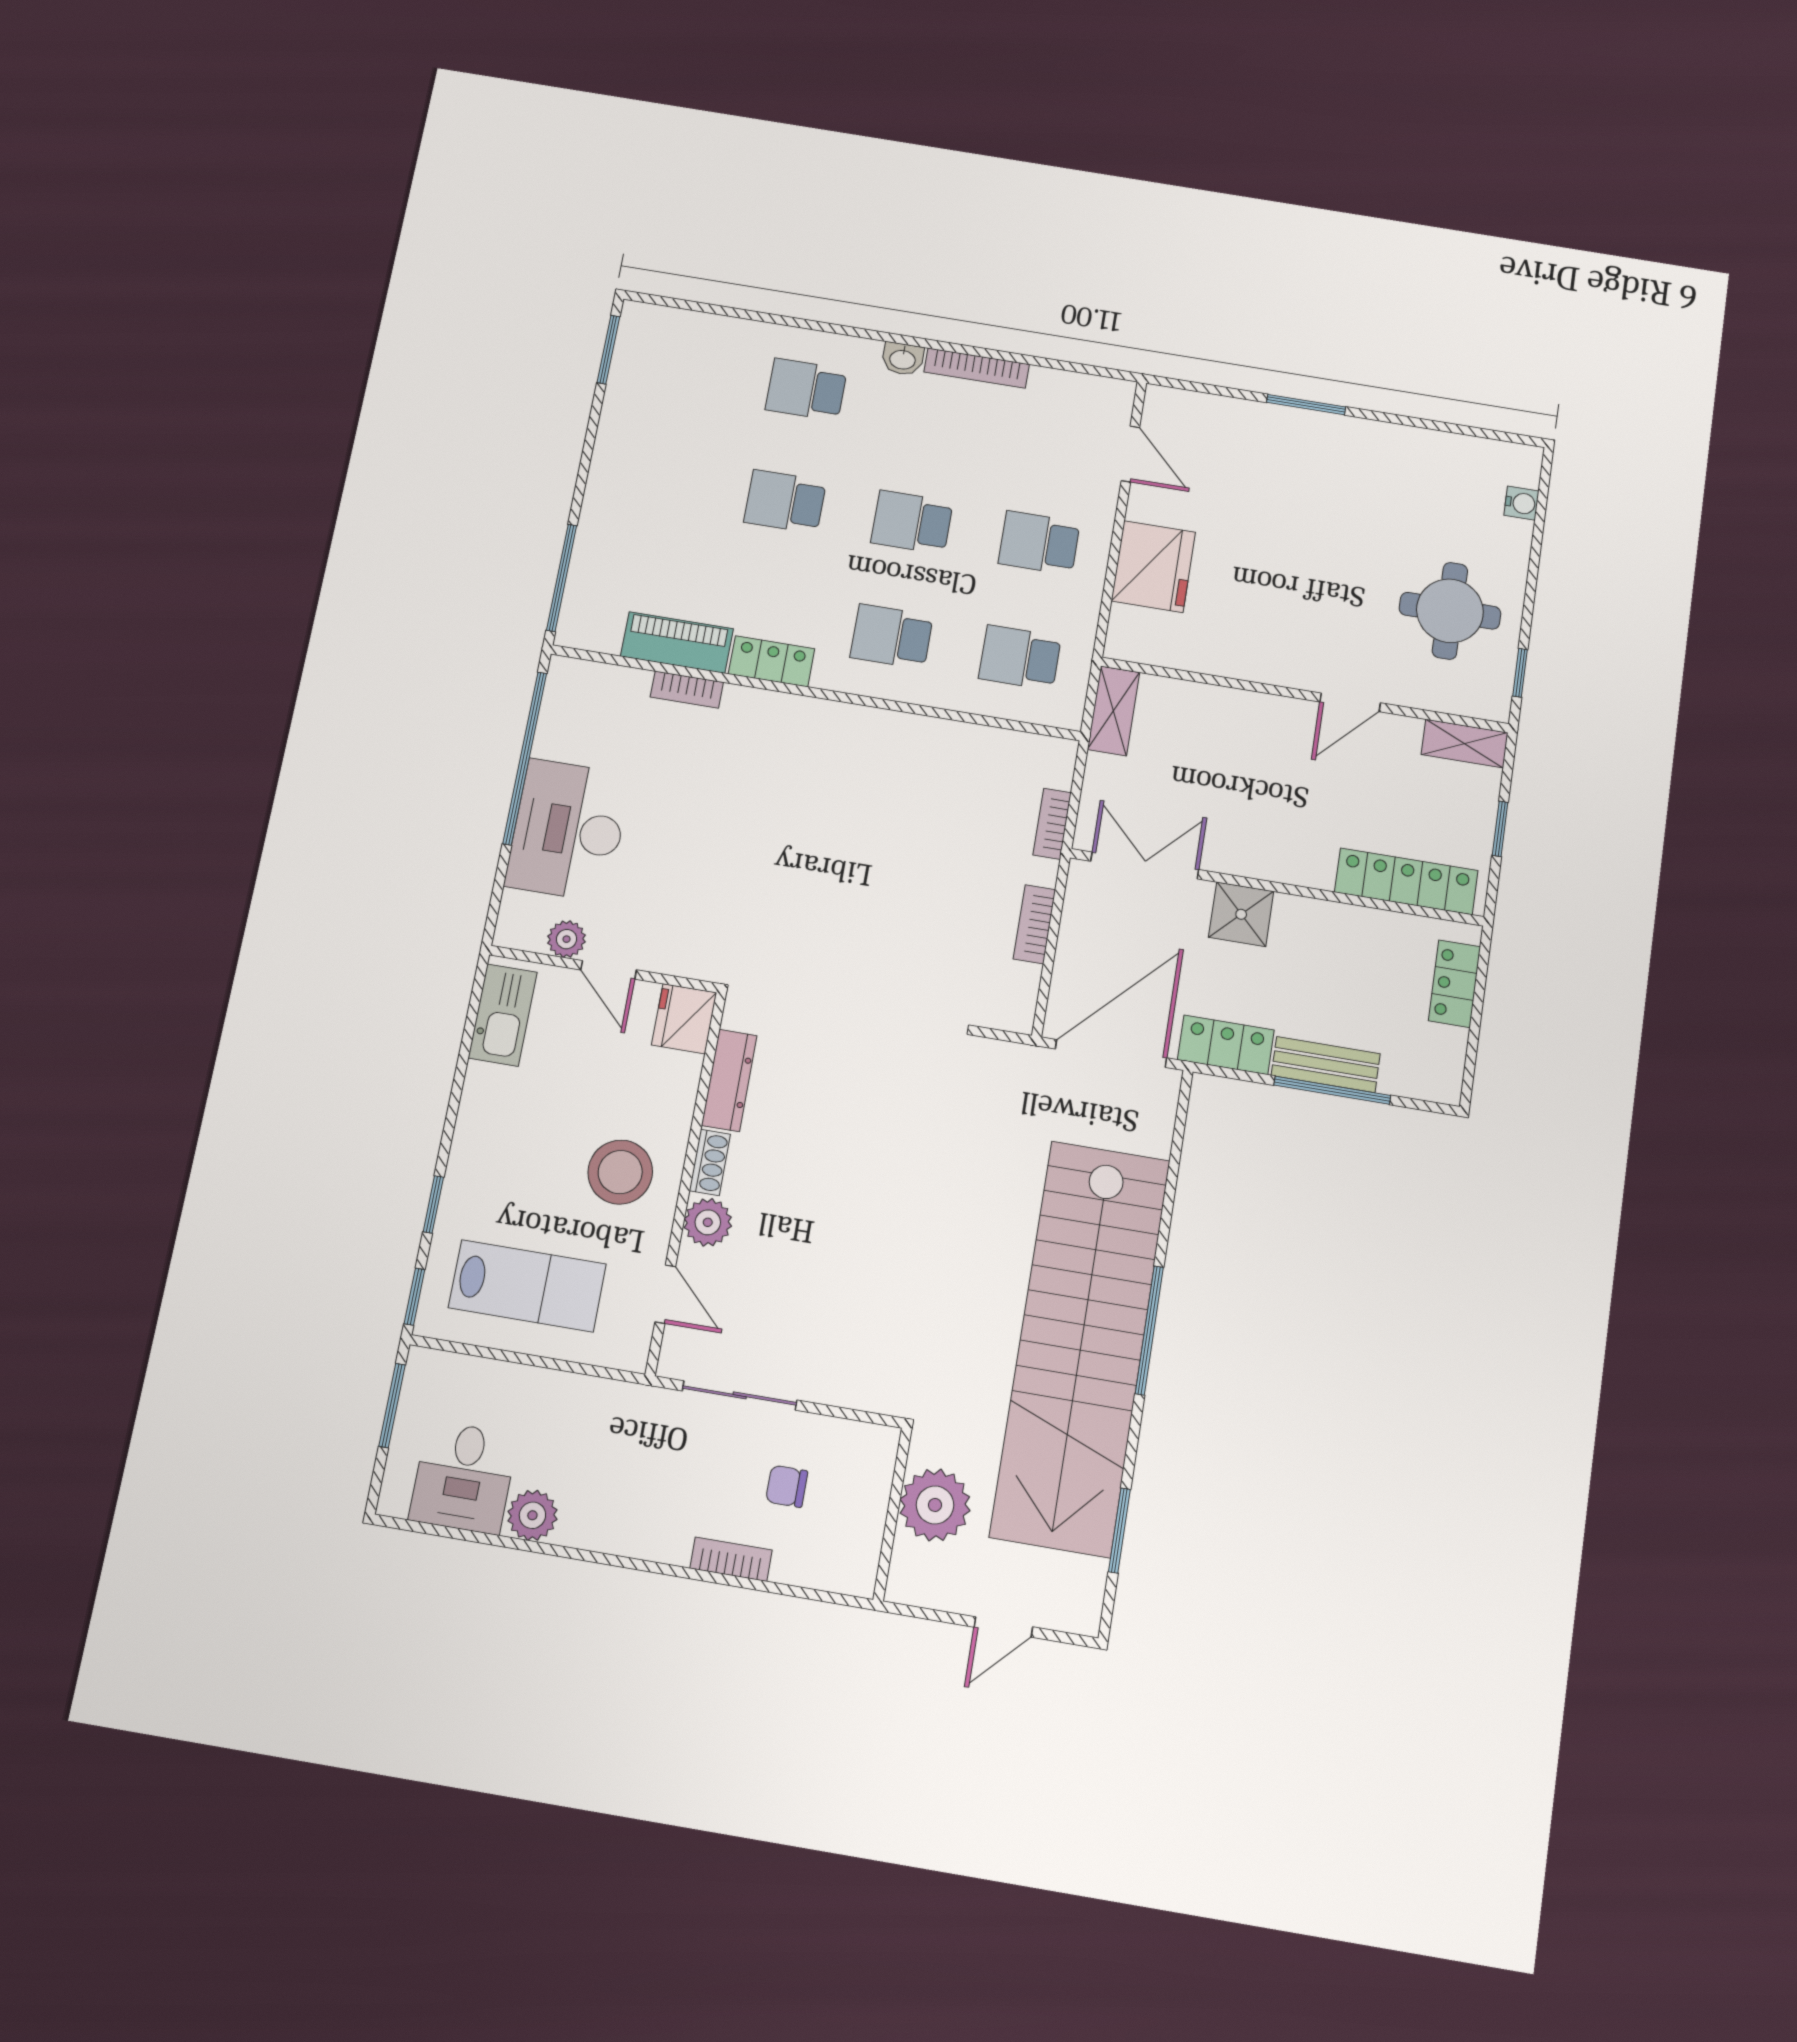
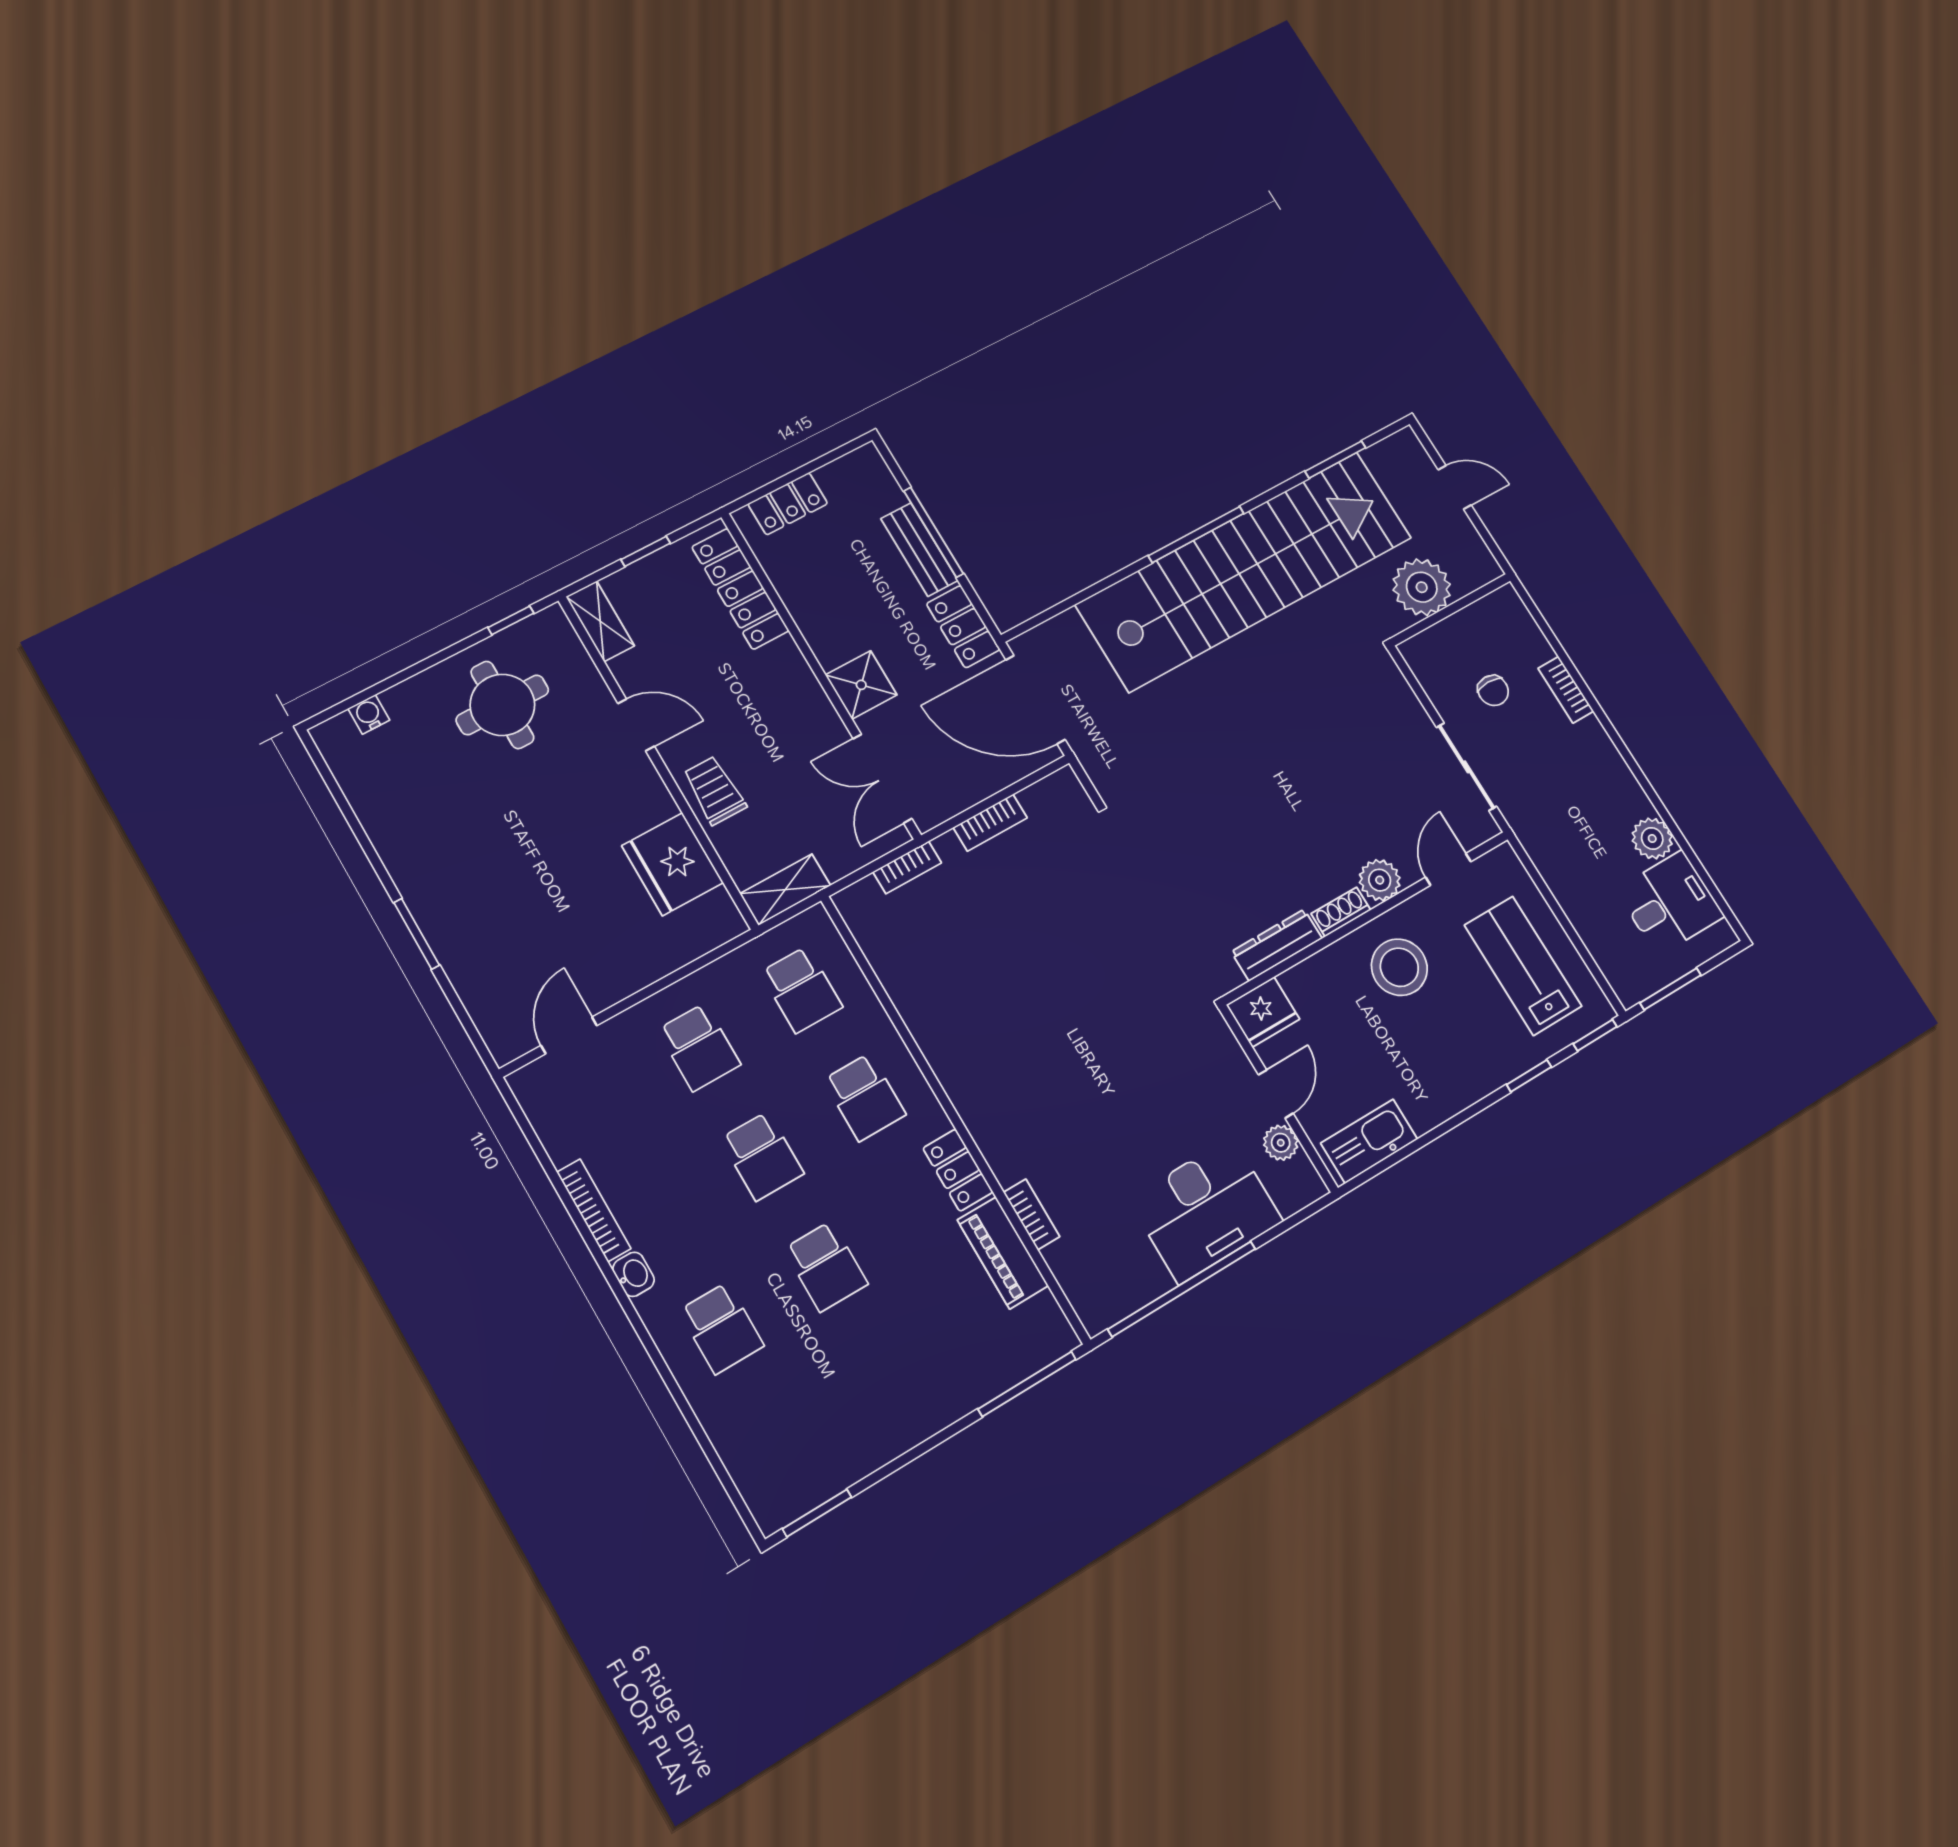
fridge: (1153, 567) -> (673, 864), moved, turned -90
trolley: (1244, 721) -> (714, 790), added

